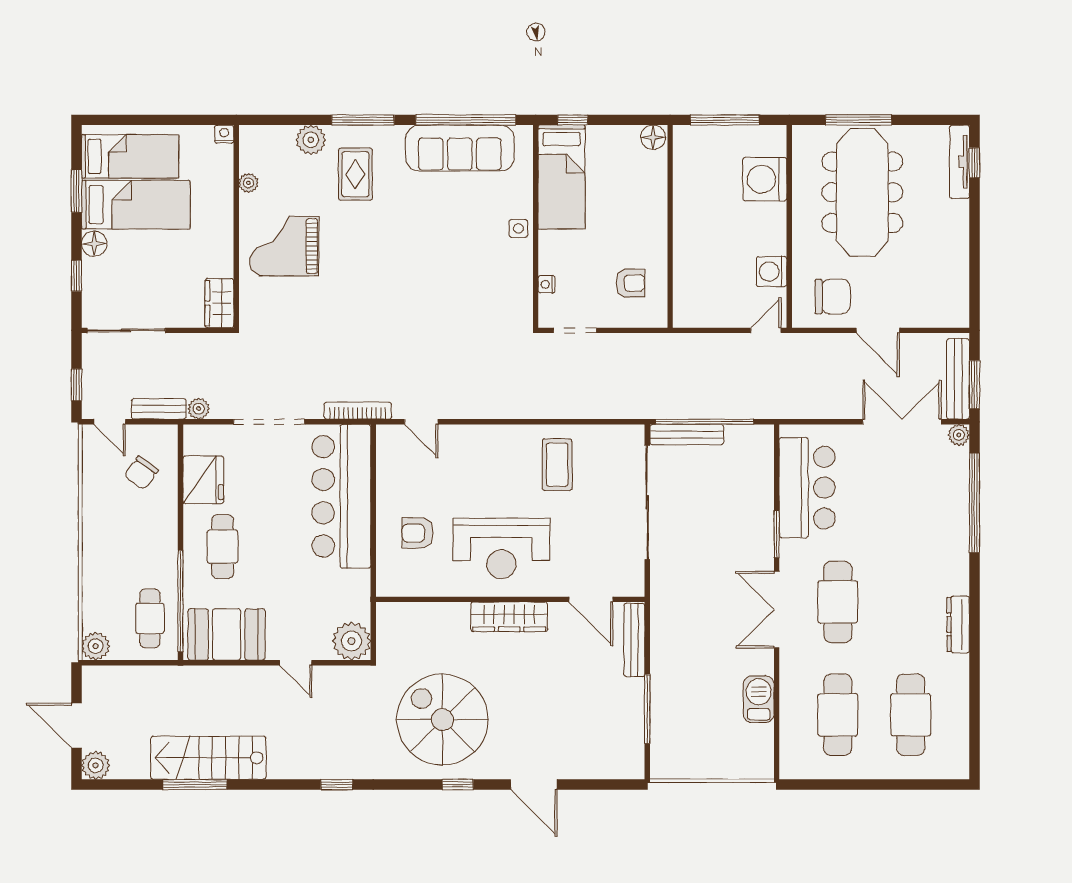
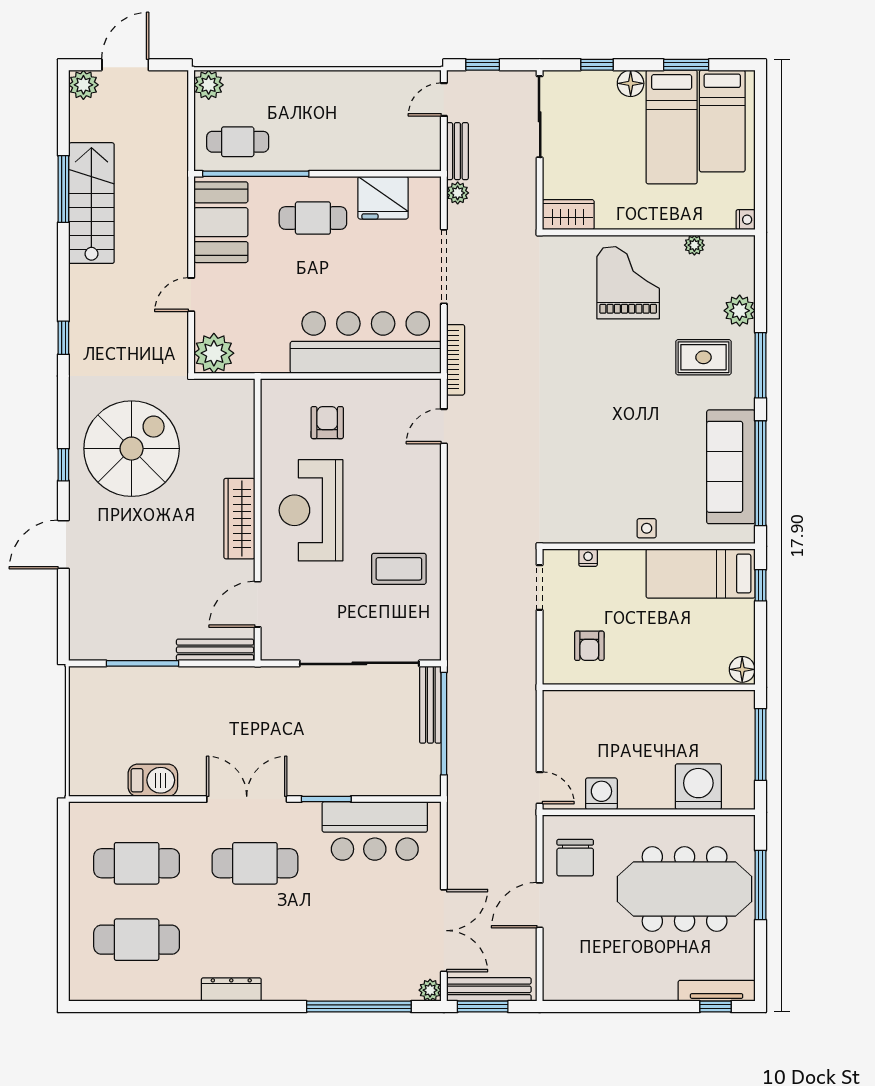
chair: (141, 473) -> (390, 133), removed

